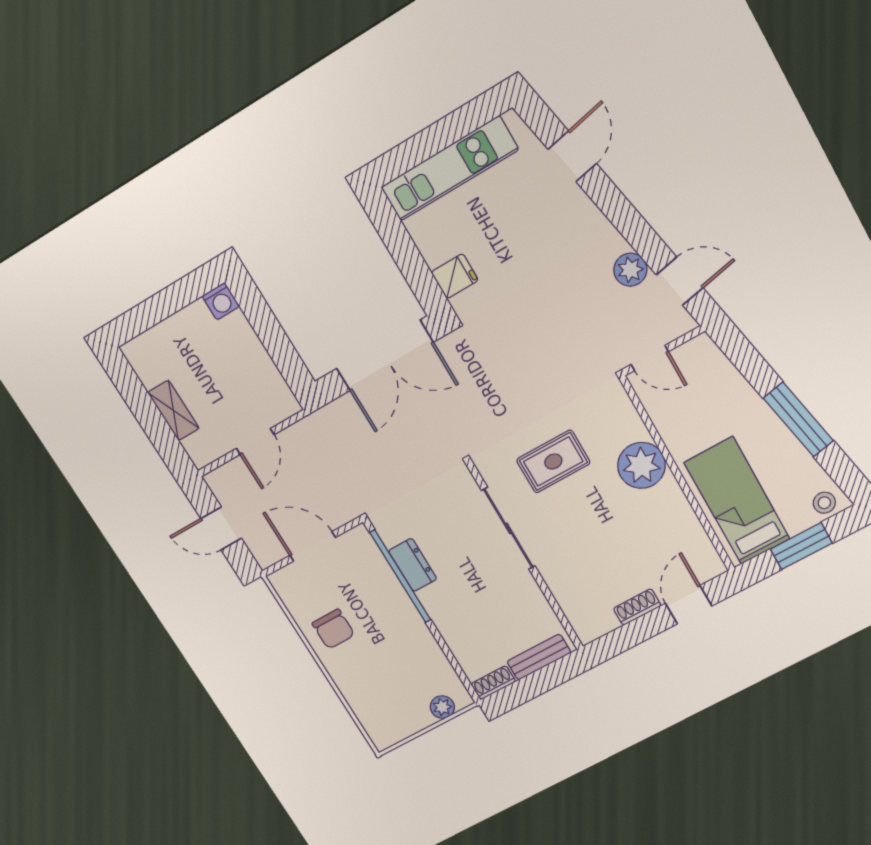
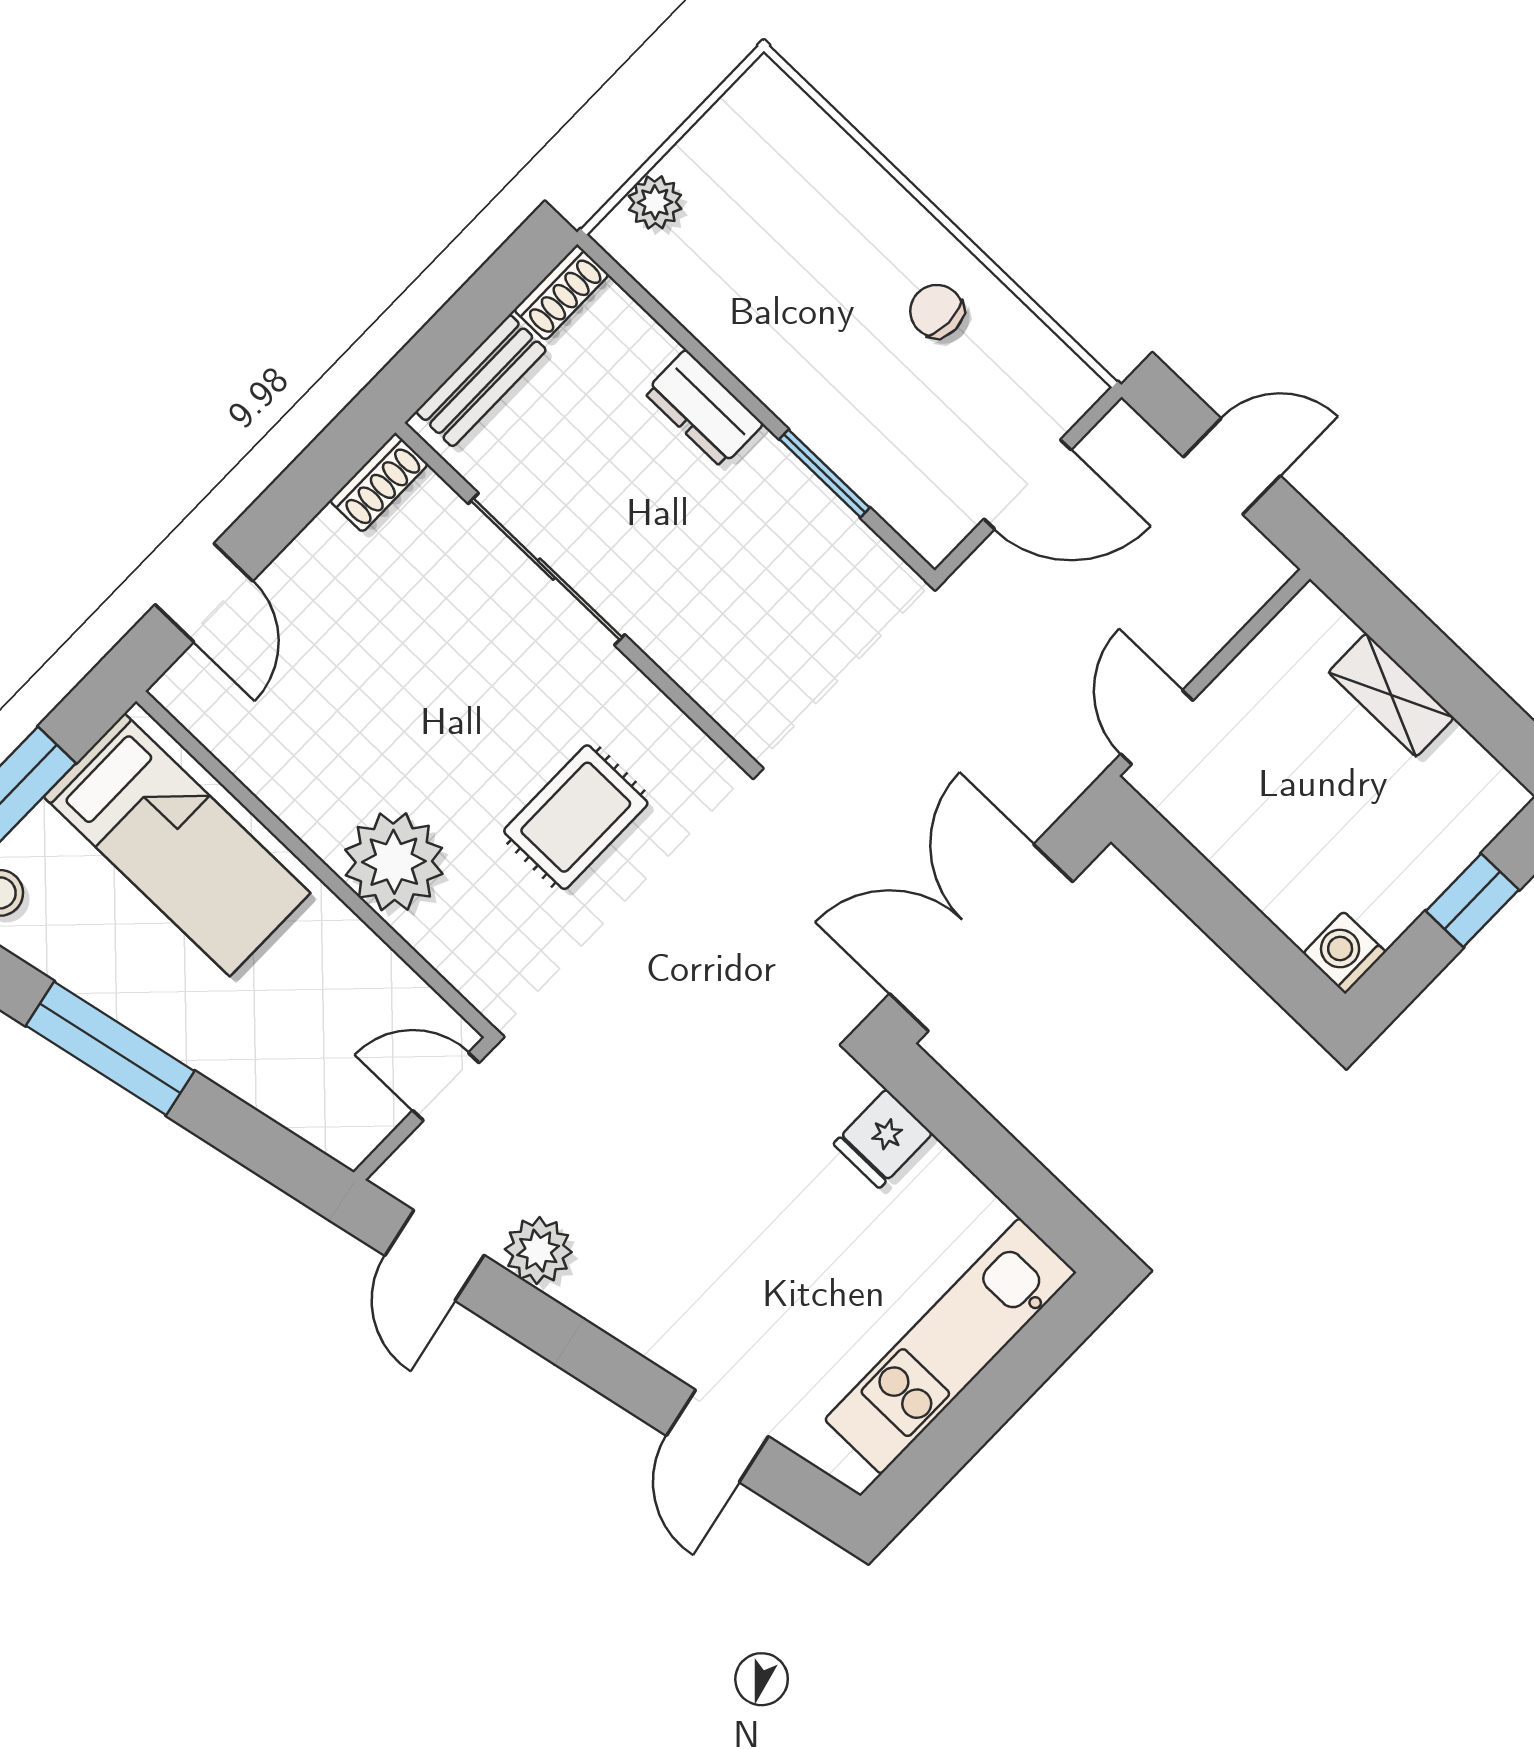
door: (680, 281) -> (434, 1255), hinge flipped
window: (157, 308) -> (1472, 900), added
door: (255, 441) -> (1157, 727), moved
sliding door: (508, 528) -> (547, 569), moved
dresser: (413, 565) -> (704, 408), moved
window: (400, 576) -> (825, 473), width x0.47
shoe rack: (637, 607) -> (379, 482), moved
chair: (333, 629) -> (937, 311), width x0.73, depth x0.73

